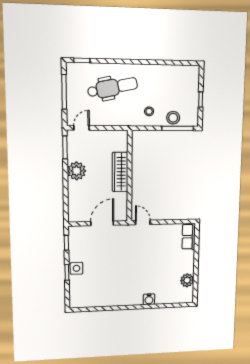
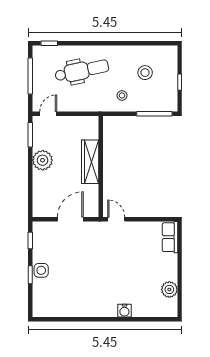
stool: (173, 118) -> (145, 73), moved

